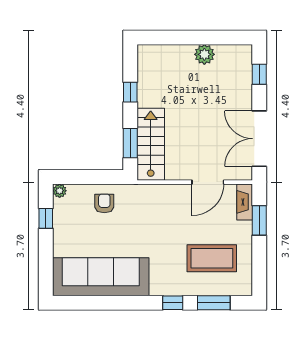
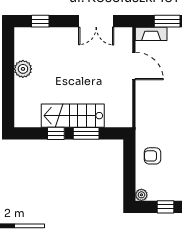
double door: (259, 139) -> (96, 21), width x0.73
window: (130, 143) -> (86, 133), moved
stairs: (151, 144) -> (73, 116), moved

